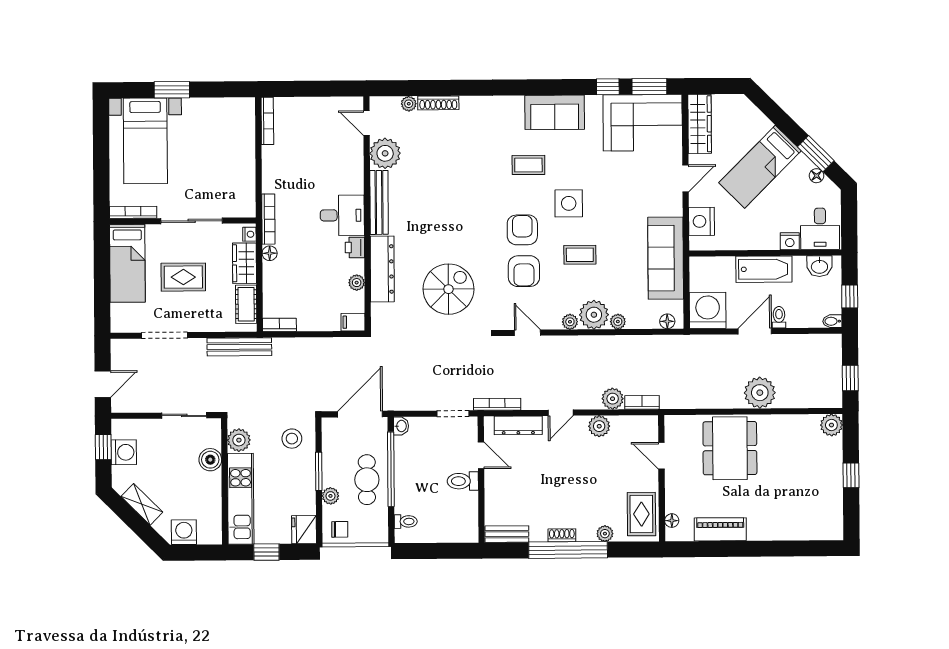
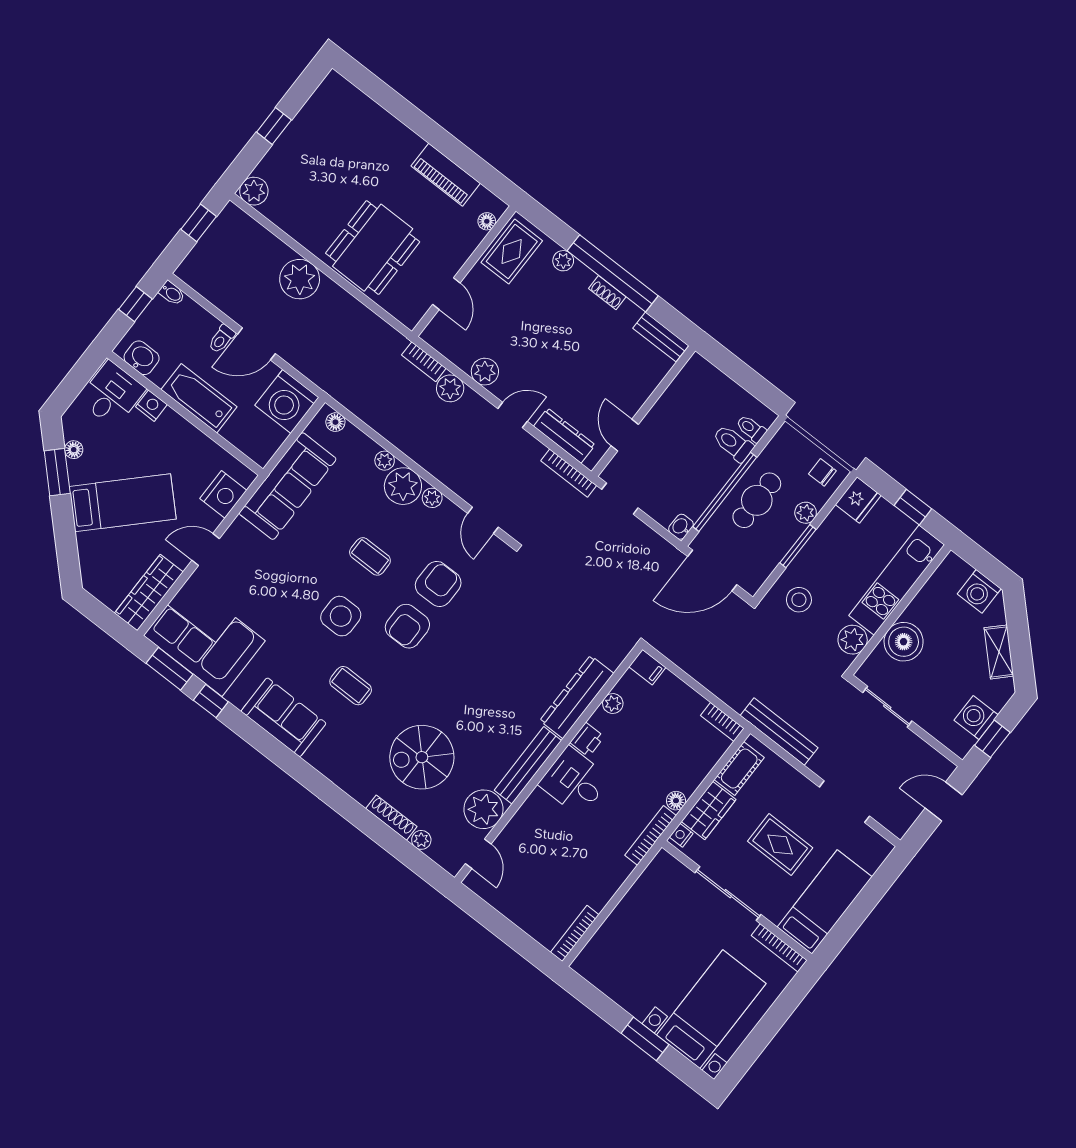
spiral stairs: (448, 289) -> (422, 757), moved
boiler: (210, 460) -> (904, 642), width x1.37, depth x1.37
toilet: (463, 481) -> (733, 443), moved, turned 180

